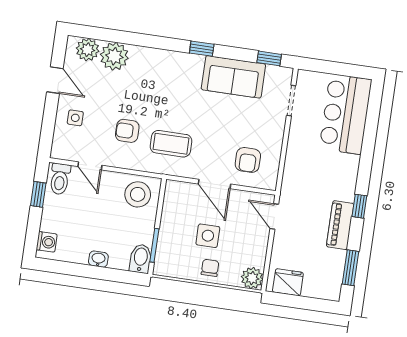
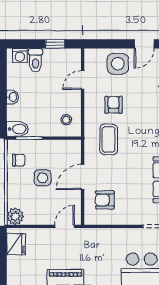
side table: (75, 118) -> (118, 64), width x1.87, depth x1.87
toilet: (60, 179) -> (35, 60), moved, turned -90
stool: (138, 194) -> (66, 120), width x0.53, depth x0.53
chair: (210, 268) -> (19, 160), moved

